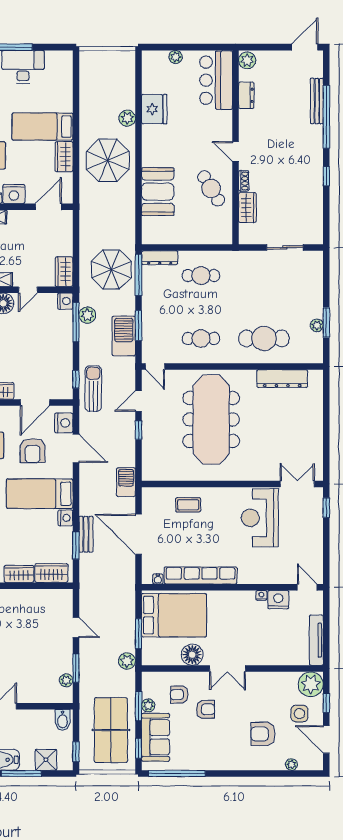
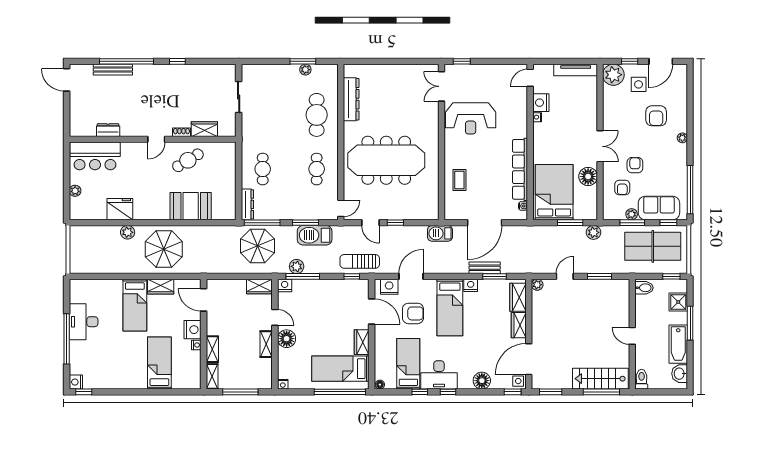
plant: (247, 60) -> (78, 129), removed
plant: (66, 680) -> (537, 285), moved
plant: (291, 765) -> (682, 138), moved

